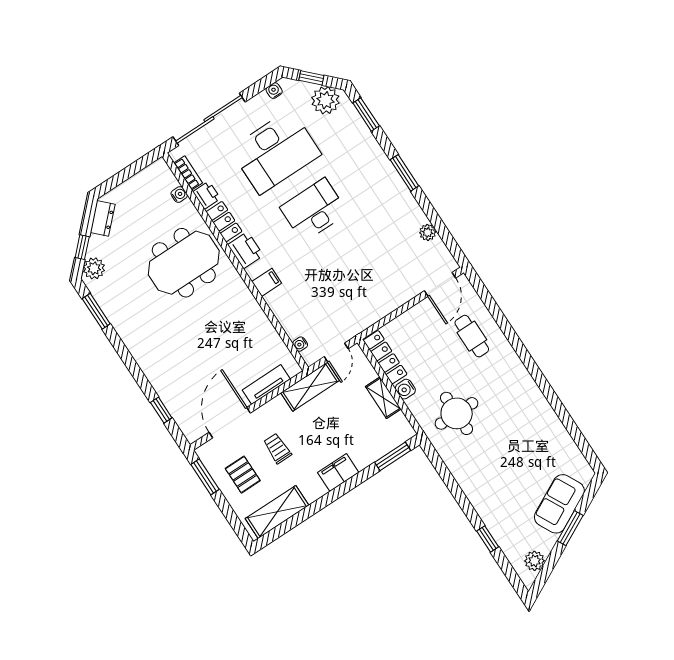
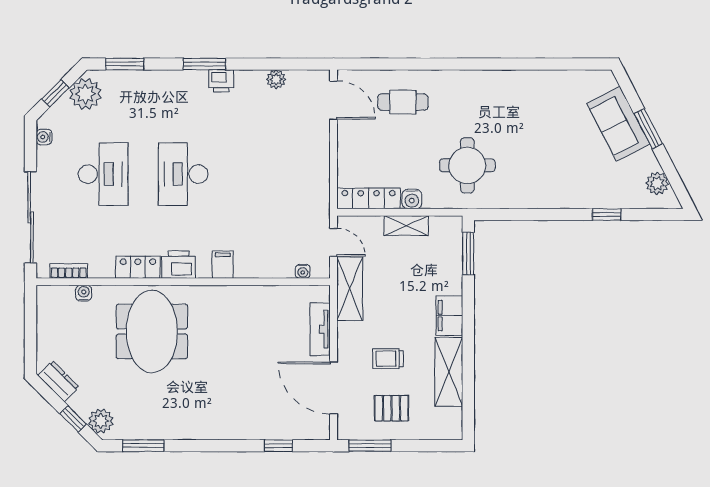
desk: (275, 152) -> (103, 174), width x0.73, depth x0.77
printer: (207, 195) -> (221, 81), moved, turned 180
shelving: (277, 512) -> (449, 372), moved

